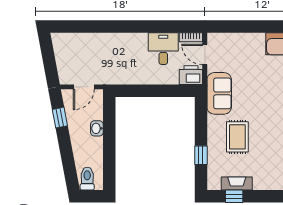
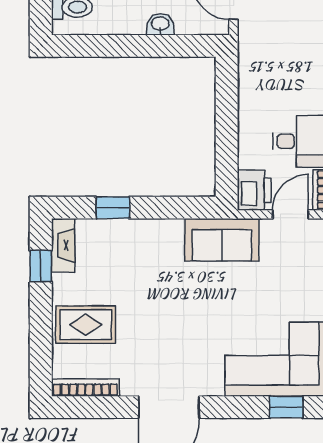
rug: (237, 137) -> (86, 325), moved
fireplace: (237, 184) -> (63, 245), moved

